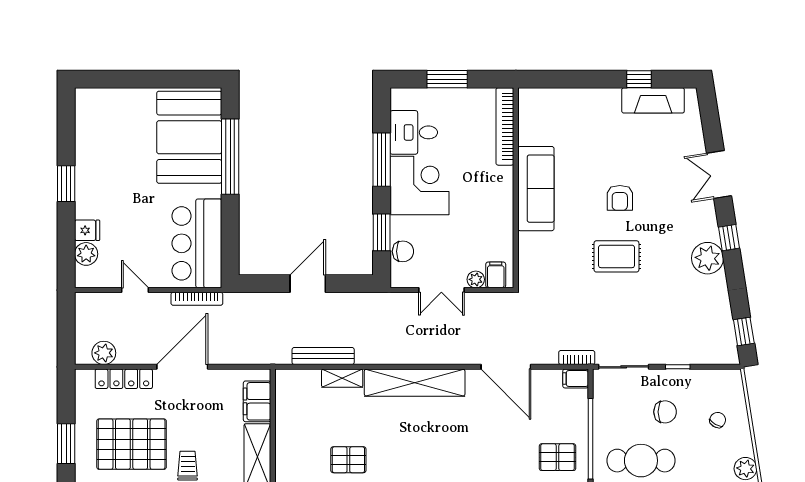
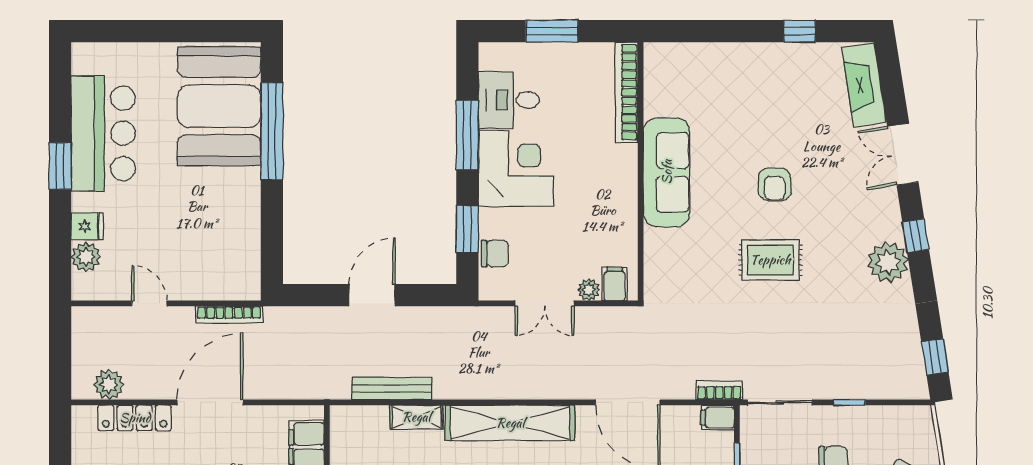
fireplace: (653, 100) -> (864, 85), moved, turned 81
bar counter: (197, 243) -> (103, 133), moved, turned 180

